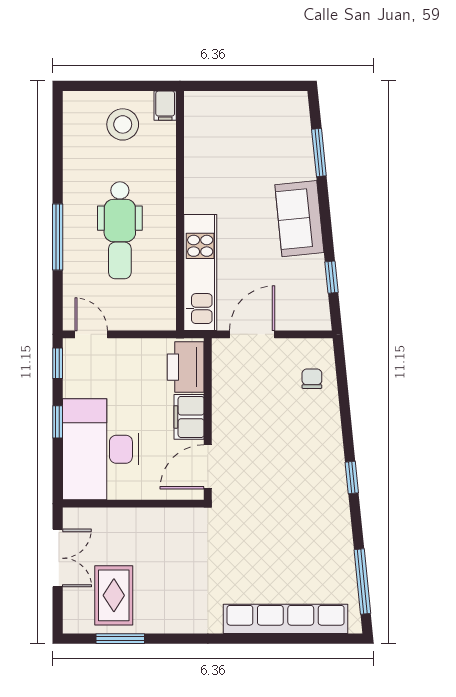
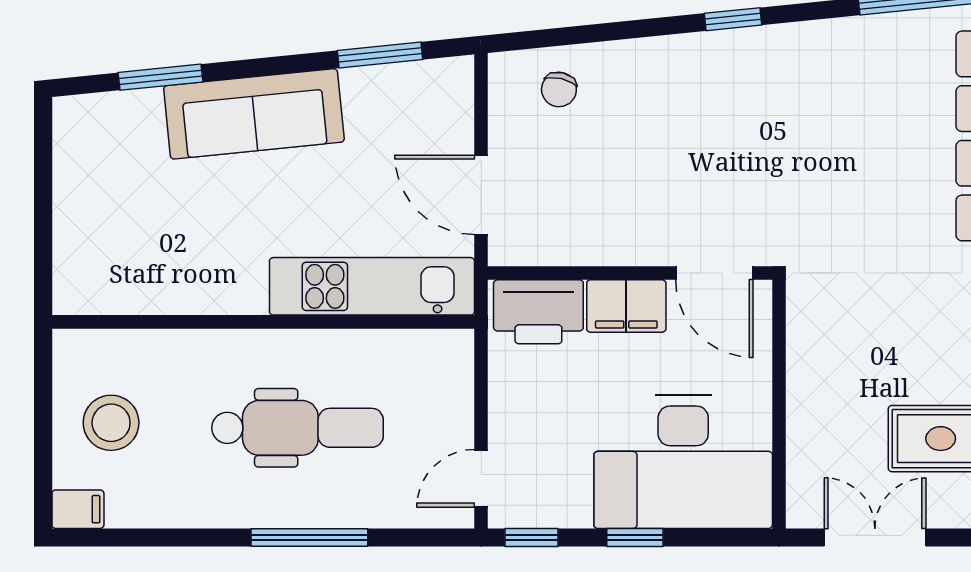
filing cabinet: (165, 106) -> (78, 509), moved
sofa: (299, 219) -> (254, 114), width x1.36
window: (332, 277) -> (380, 55), width x1.50
chair: (312, 379) -> (559, 89), turned -77

